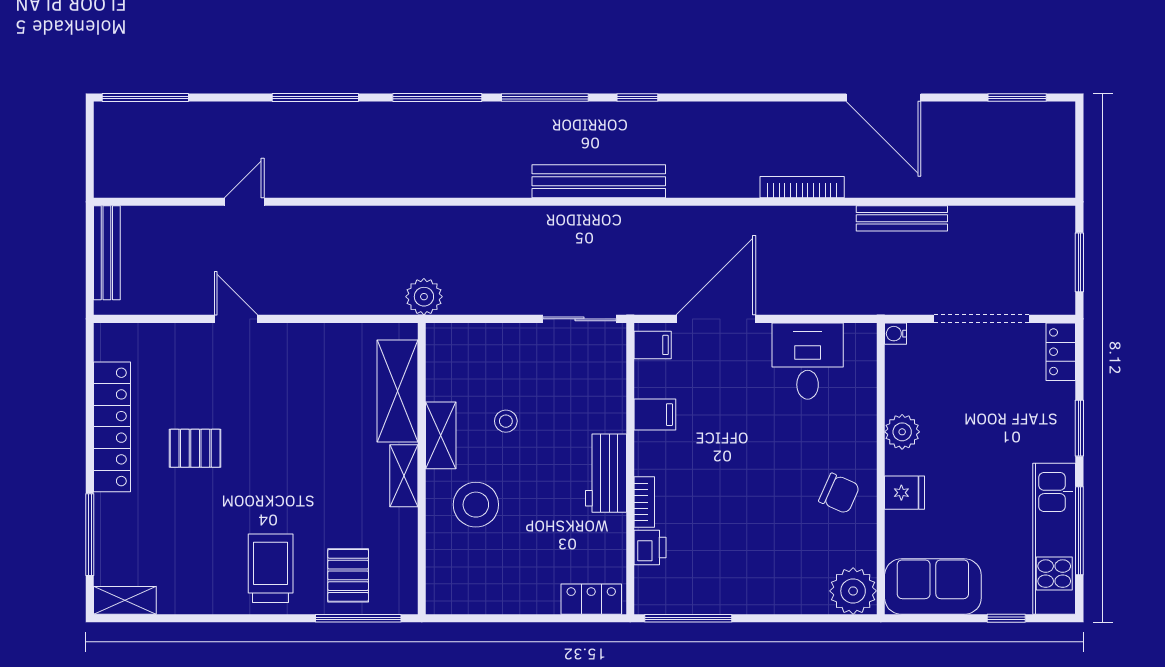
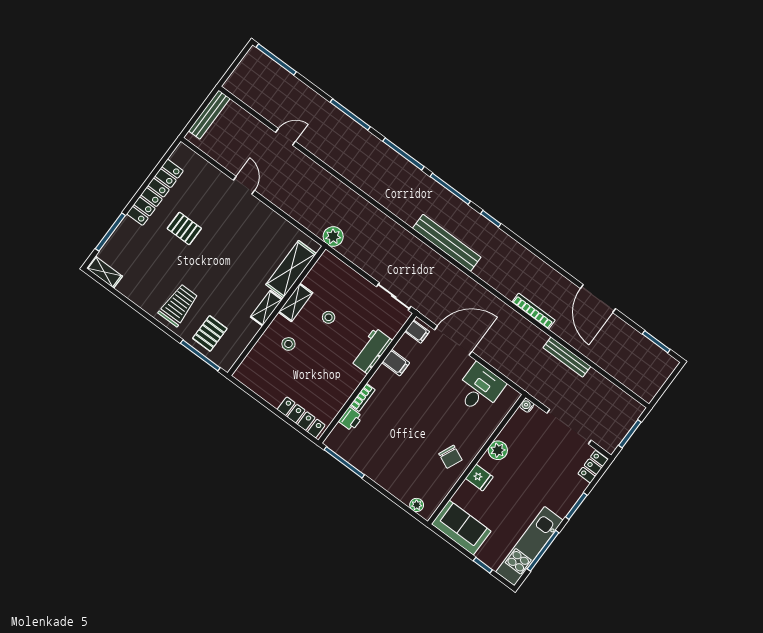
workbench: (606, 473) -> (371, 351), moved
stool: (476, 505) -> (288, 344), width x0.53, depth x0.53
plant: (853, 591) -> (417, 505), width x0.53, depth x0.53
locker: (591, 599) -> (301, 417), width x1.53

